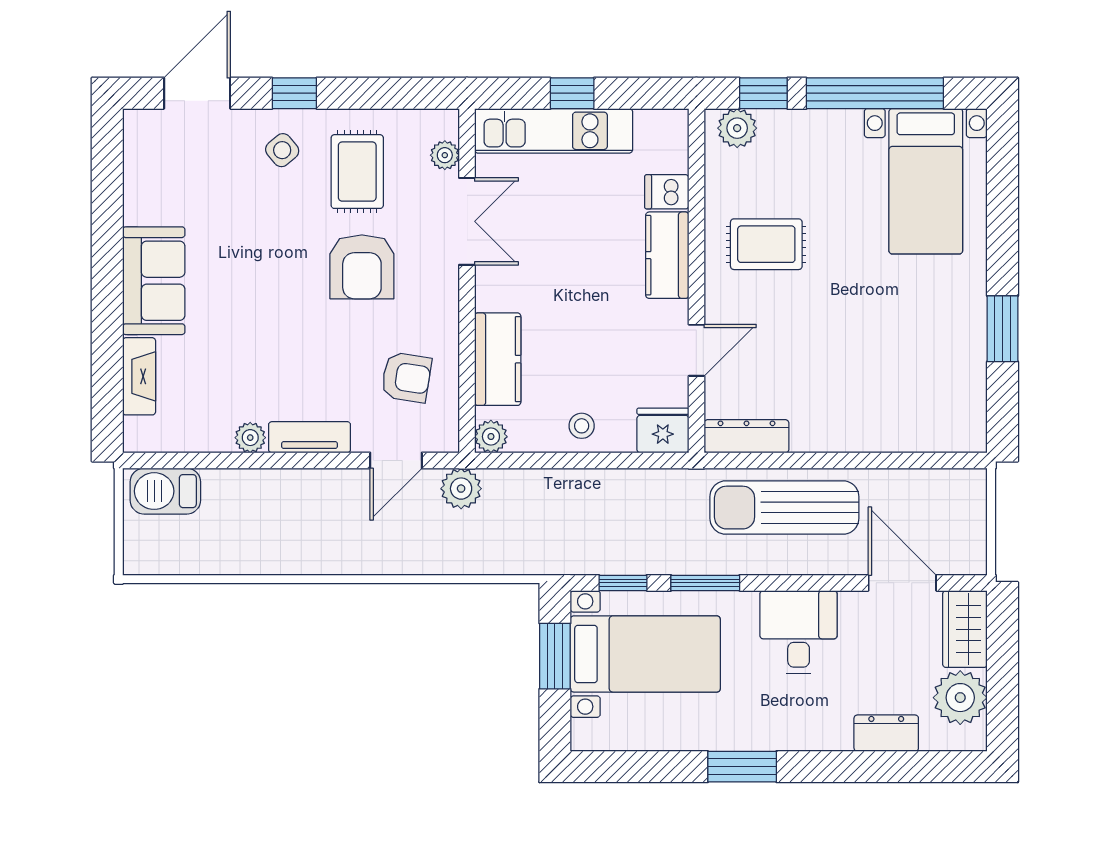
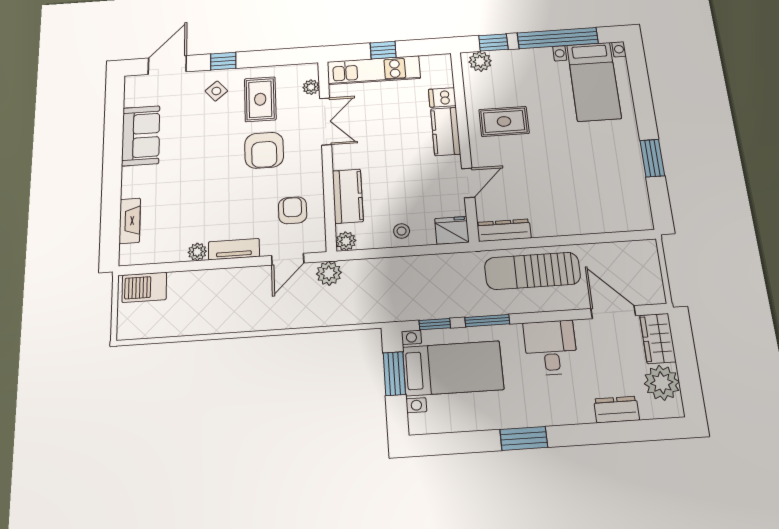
sofa: (154, 281) -> (141, 136), moved
armchair: (406, 377) -> (293, 210), turned -99

